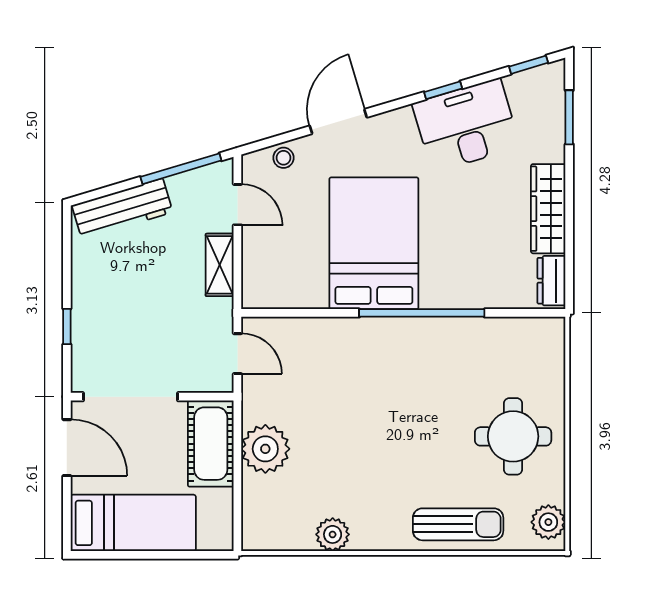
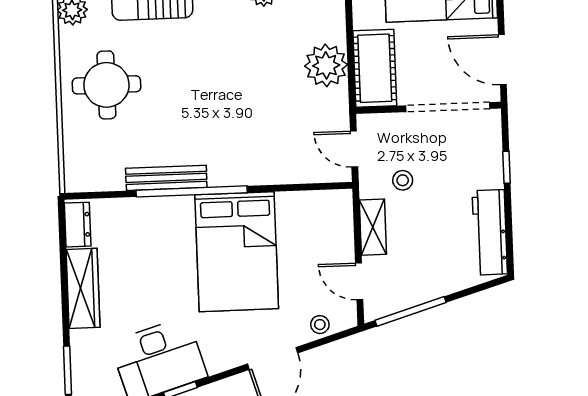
workbench: (122, 209) -> (490, 232), moved, turned -73
stool: (184, 316) -> (403, 180), added
bench: (450, 329) -> (166, 178), added

